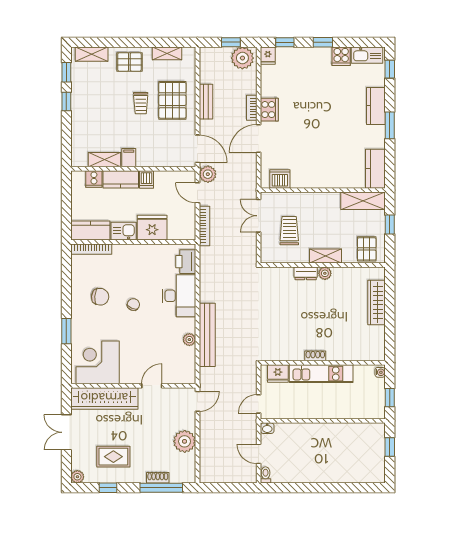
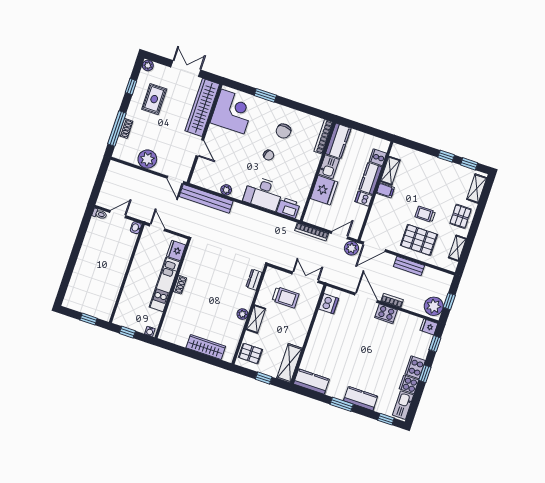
cooker: (319, 56) -> (415, 367), added
dresser: (306, 273) -> (254, 280), moved
bench: (207, 335) -> (206, 199), moved

